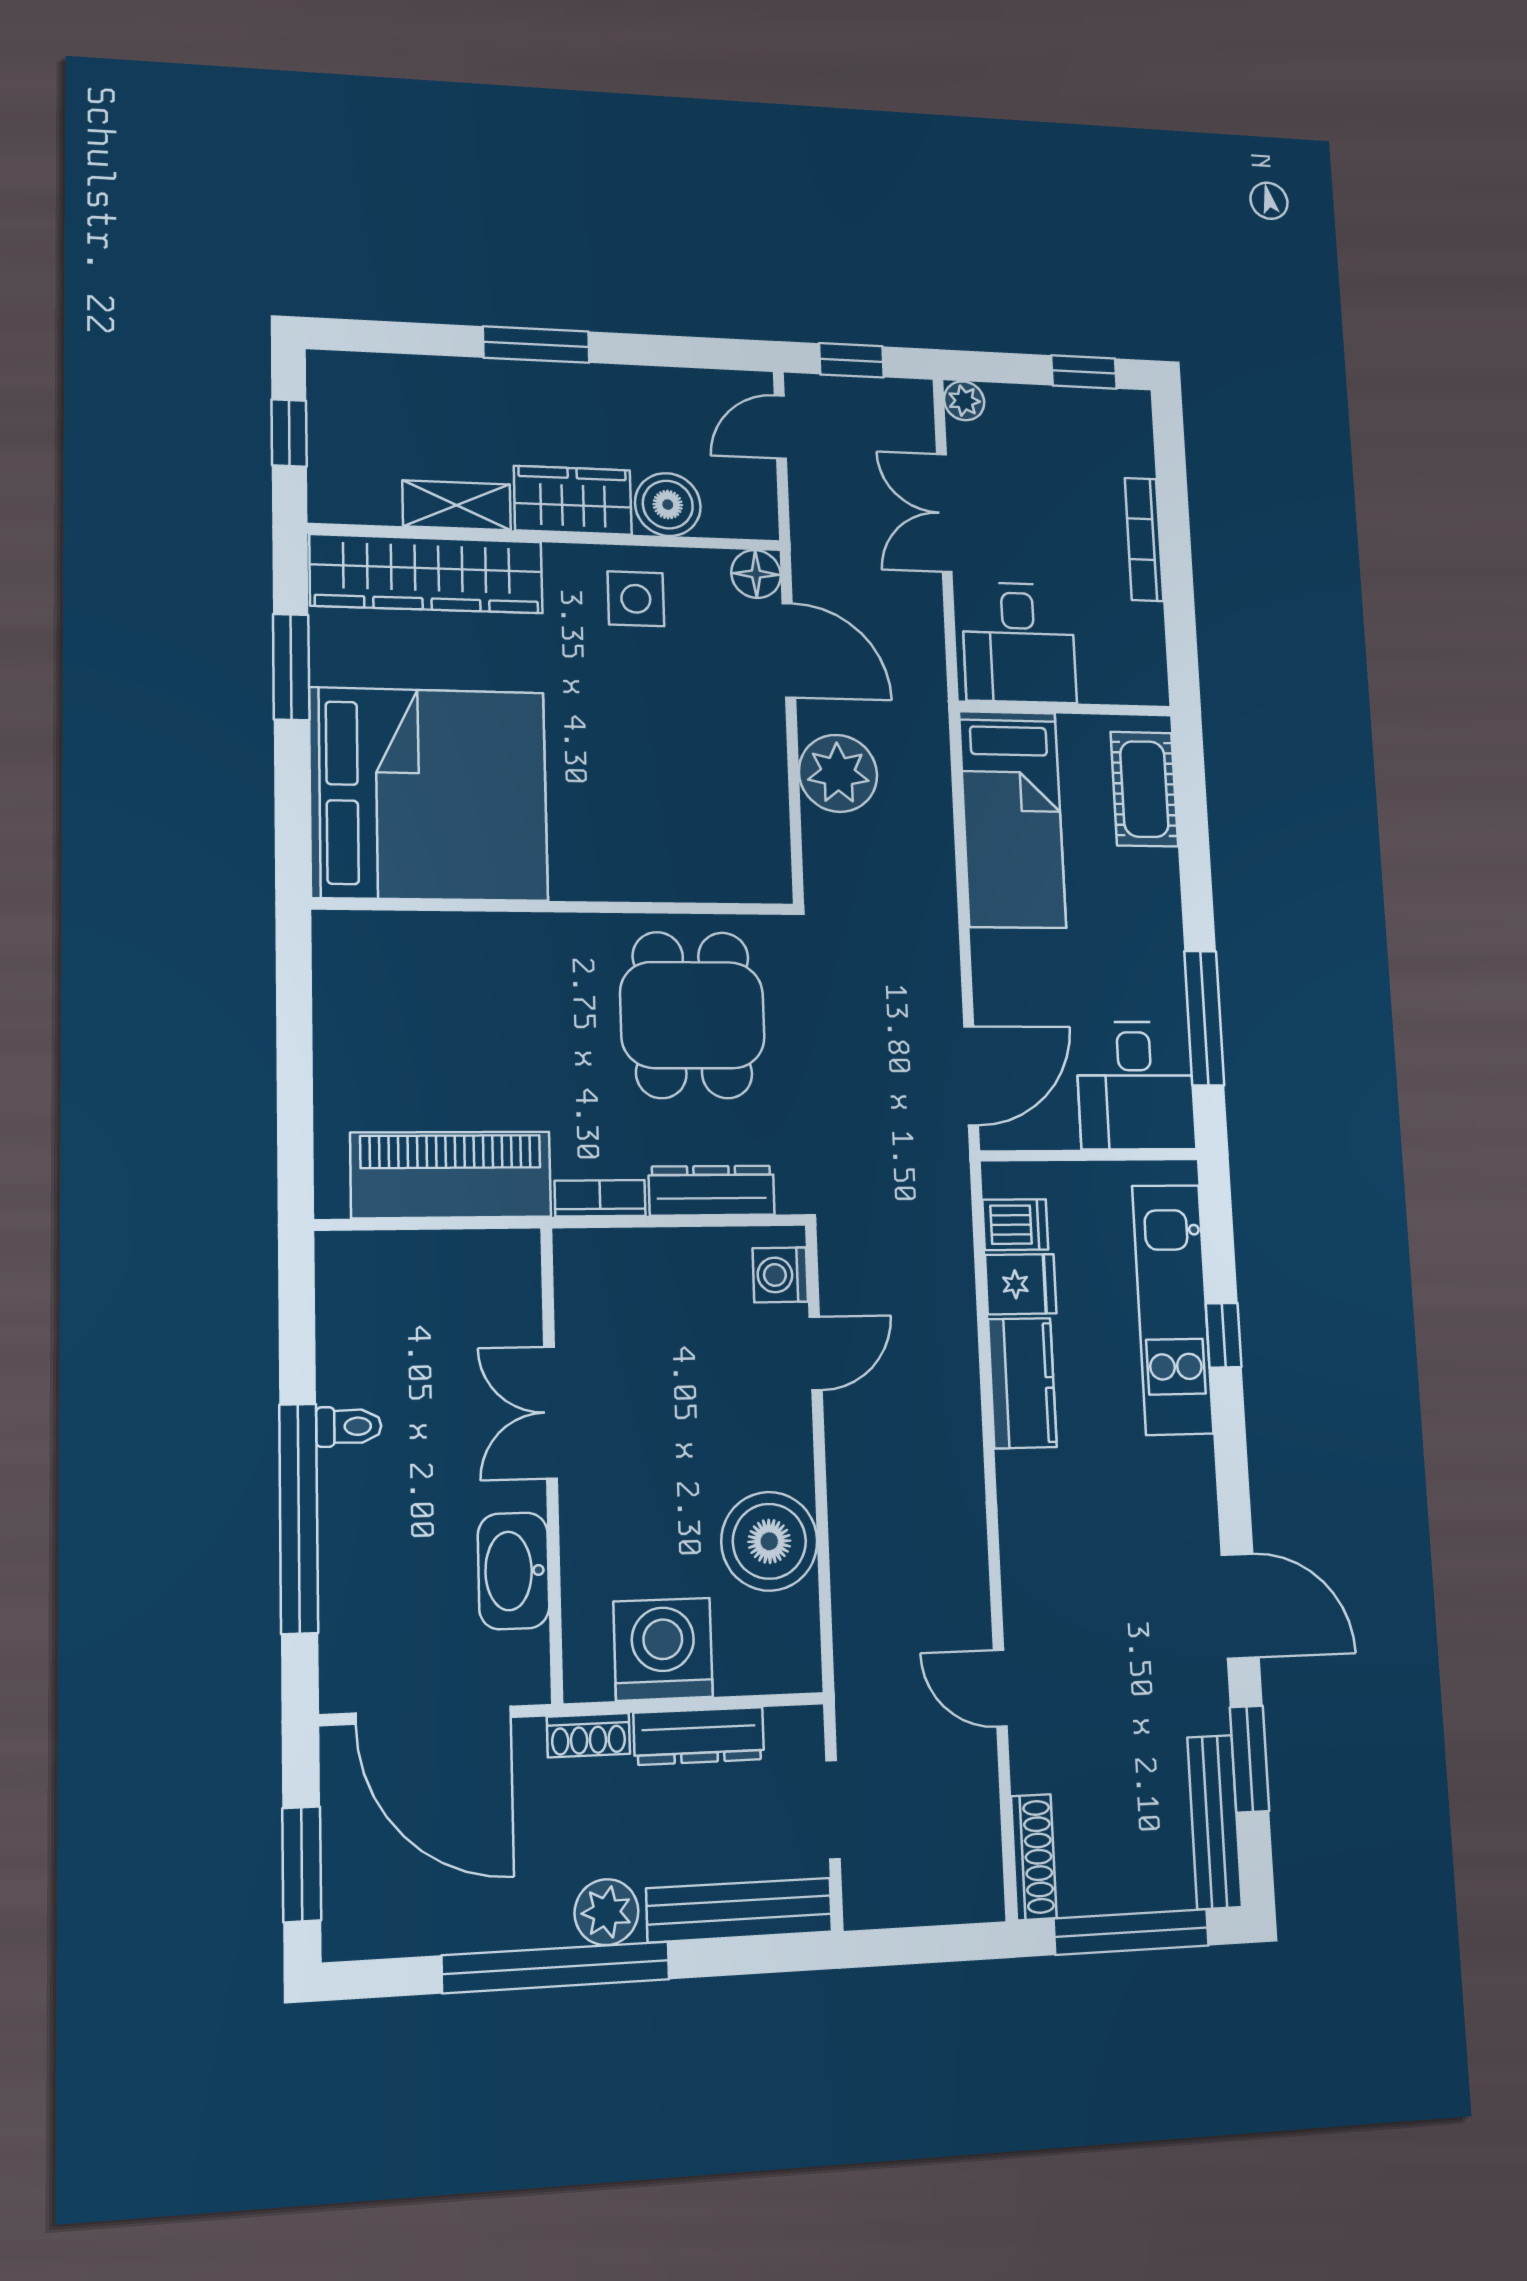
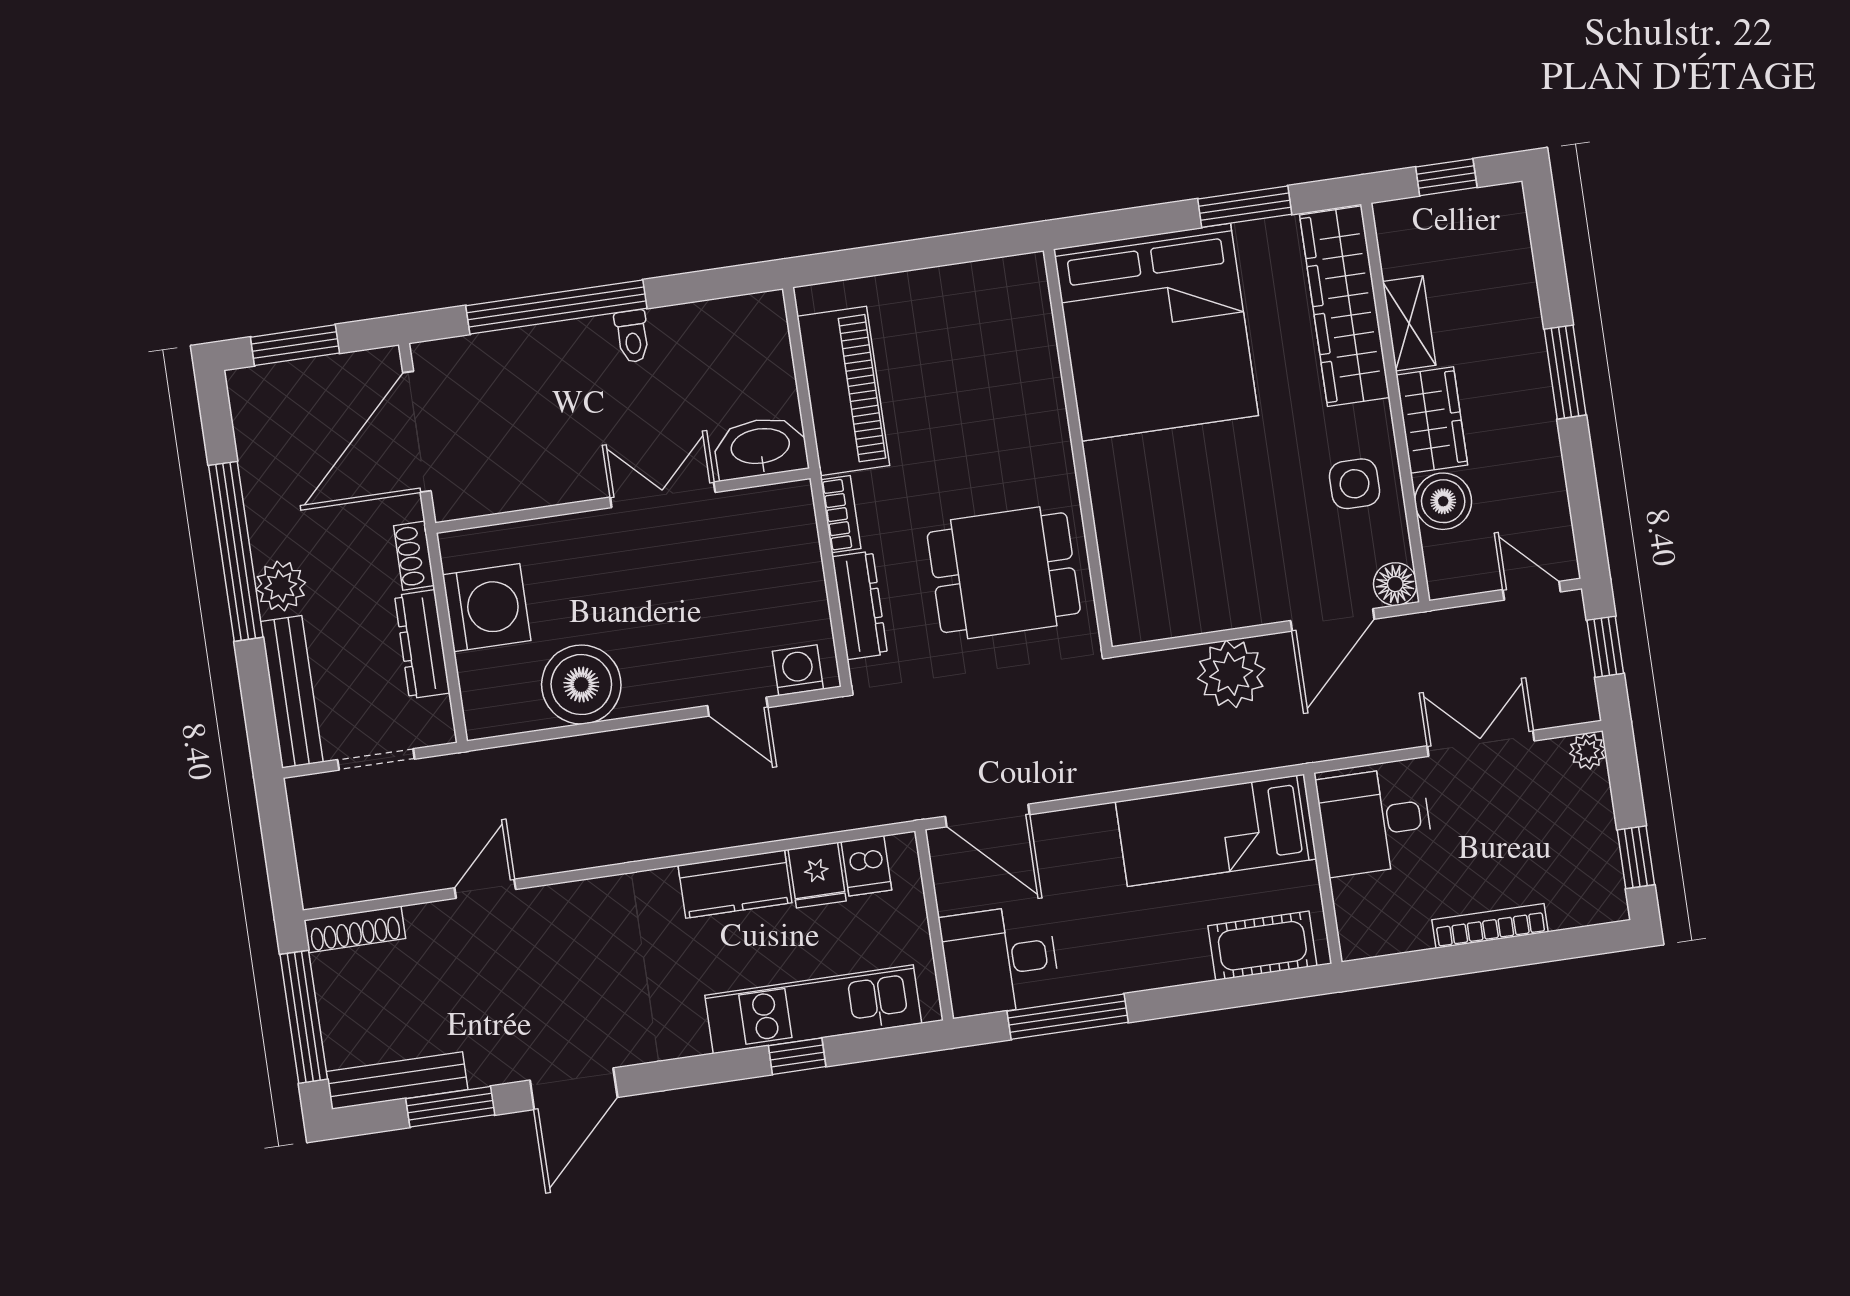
washbasin: (513, 1571) -> (760, 448), moved

